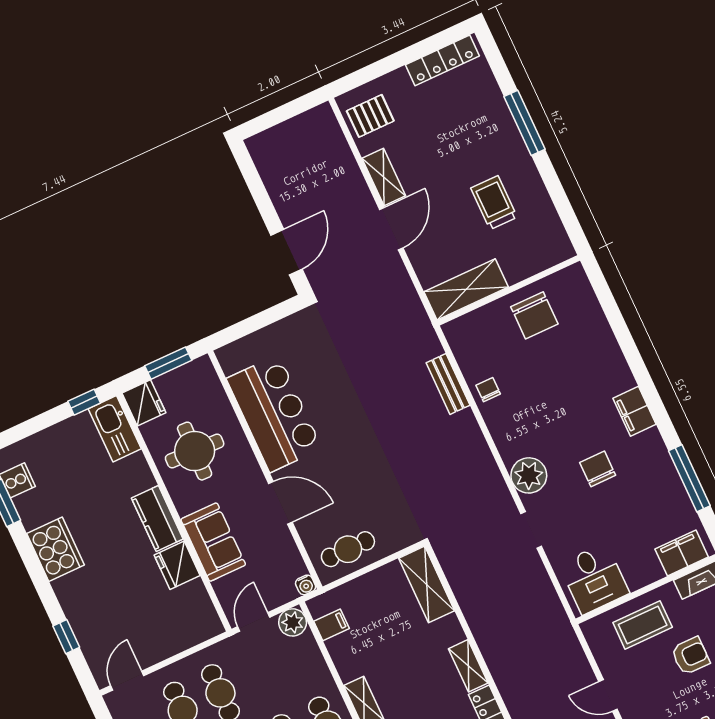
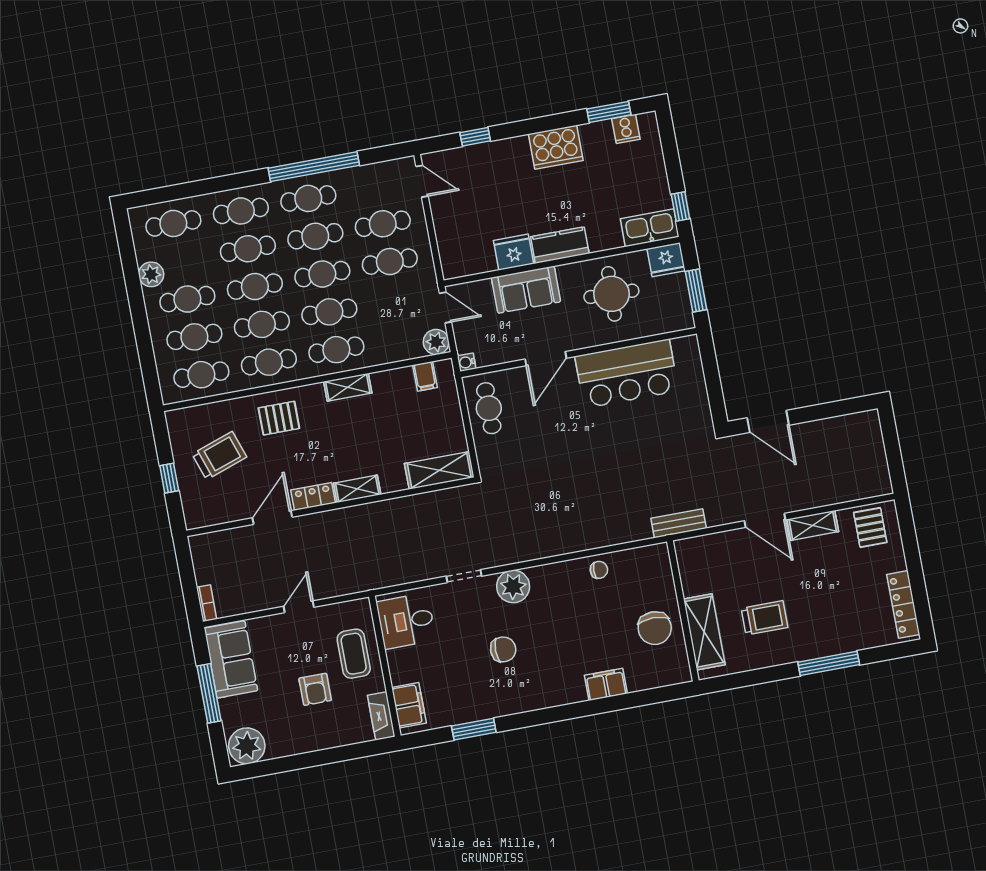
shelving: (466, 289) -> (704, 632), moved
chair: (534, 315) -> (655, 628), turned -90
bench: (448, 384) -> (679, 523), moved
filing cabinet: (635, 411) -> (606, 684), moved
window: (689, 478) -> (474, 729), width x0.69

